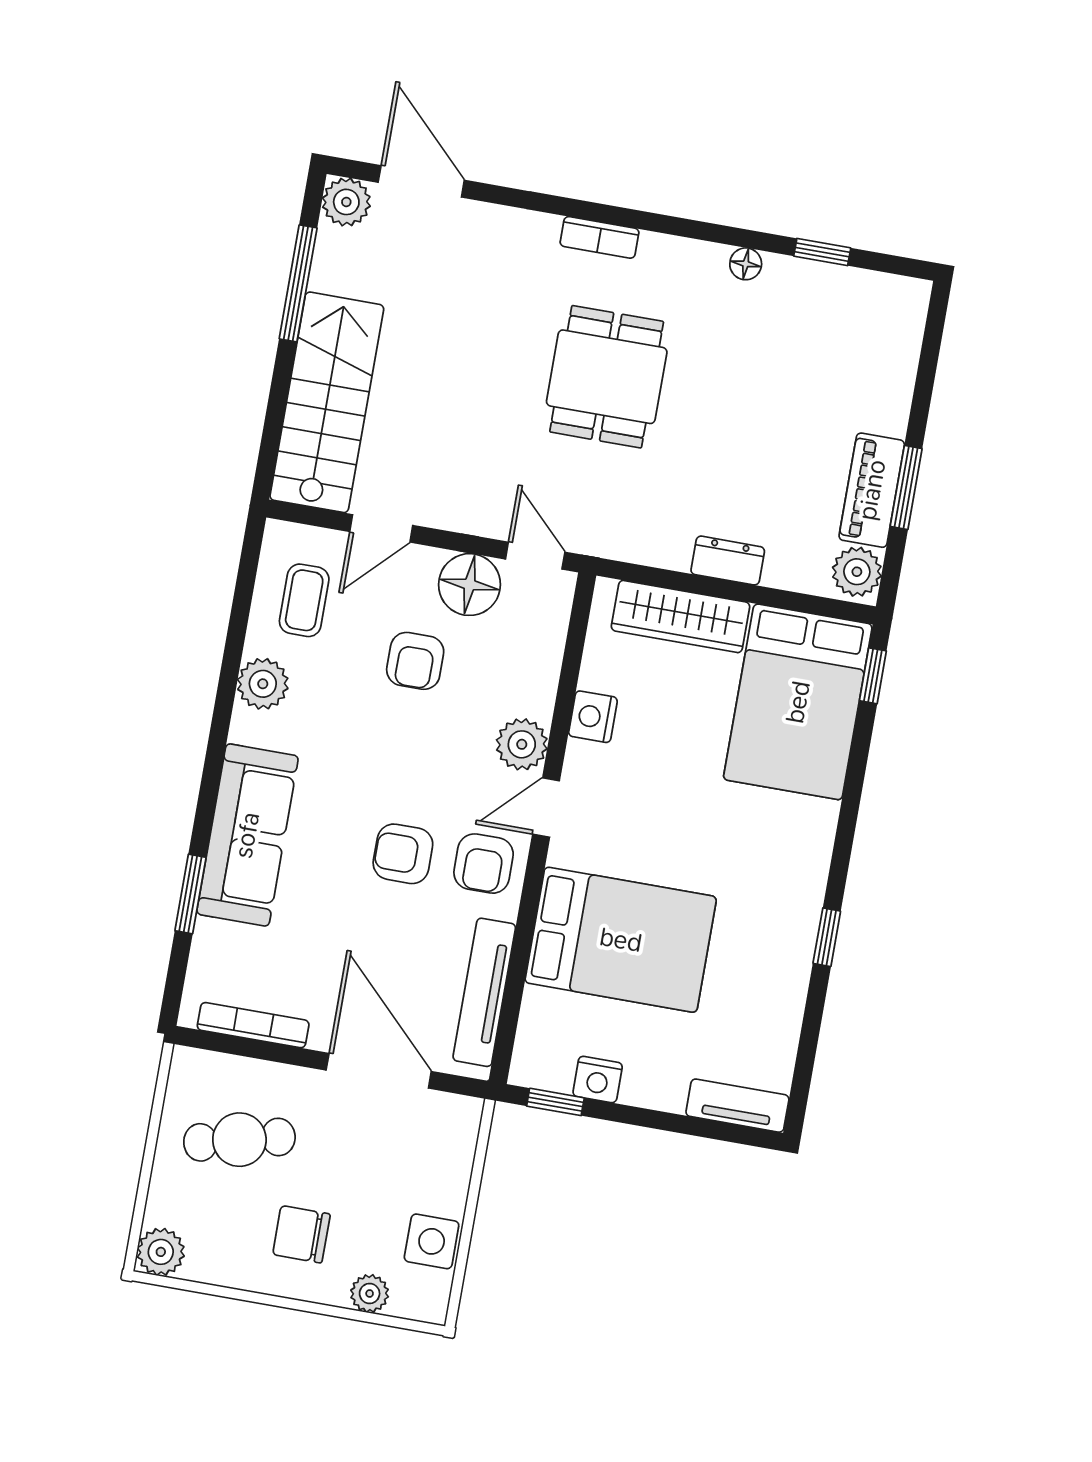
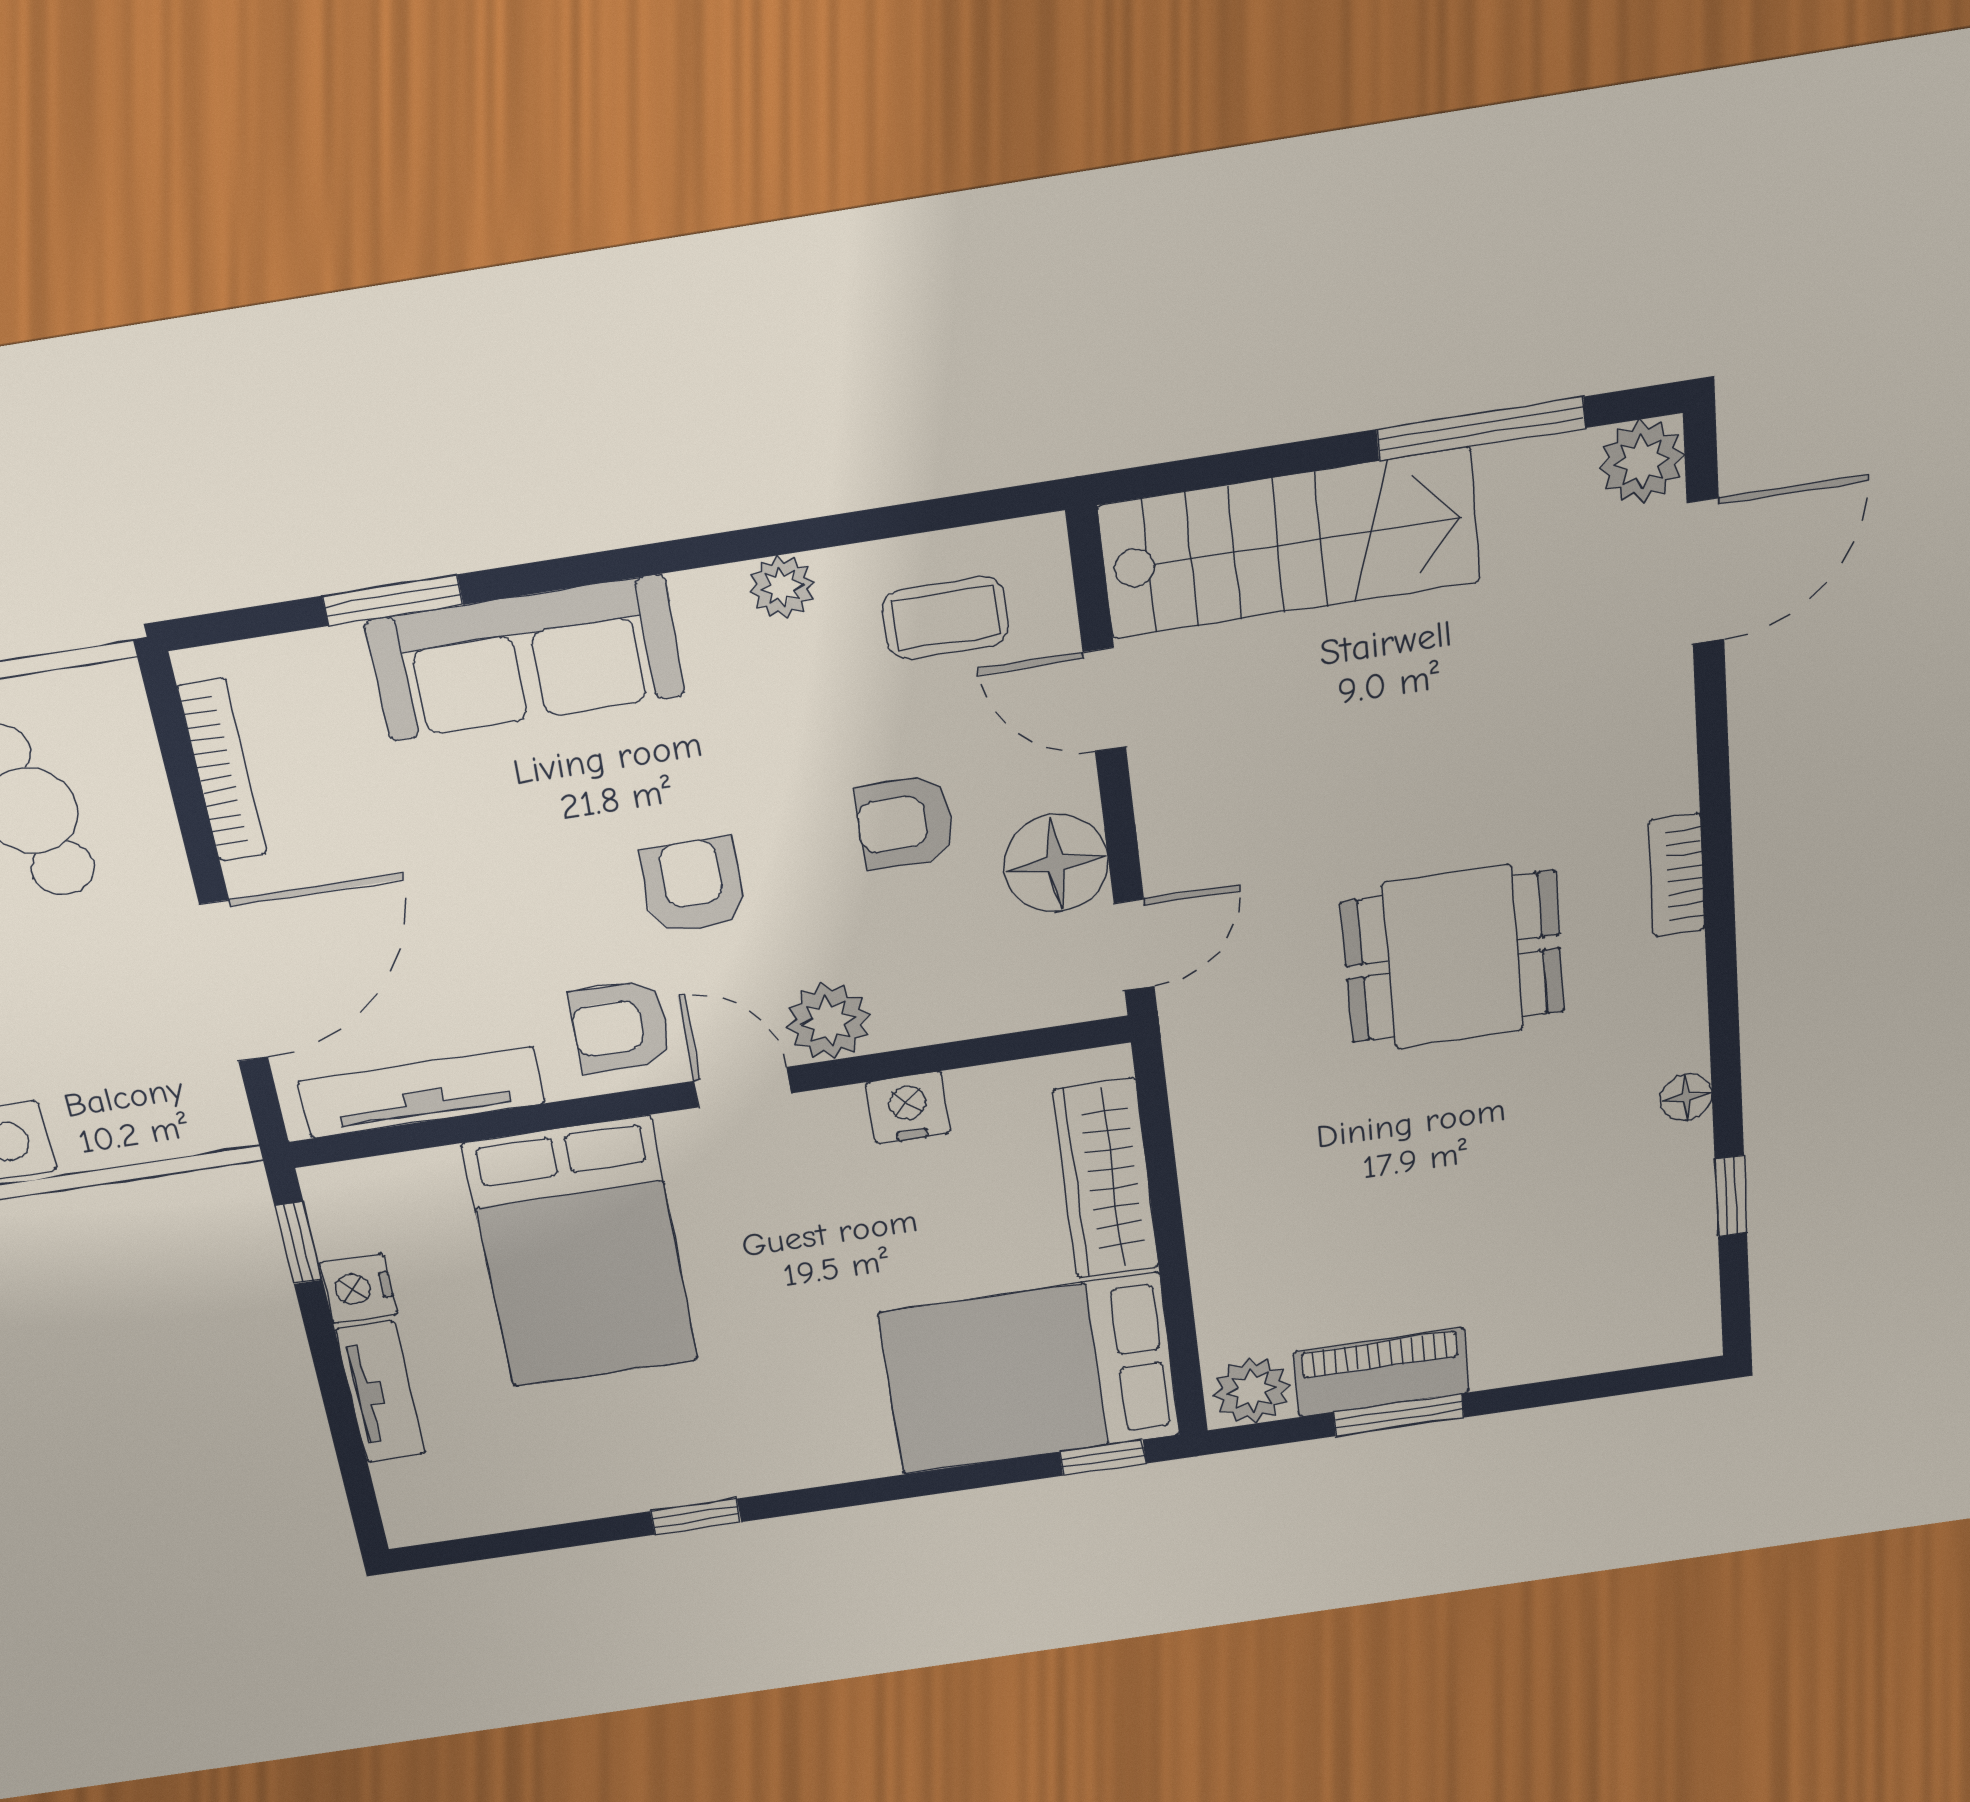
dresser: (728, 561) -> (1214, 1216), removed
plant: (263, 684) -> (782, 587), width x0.73, depth x0.73
armchair: (403, 854) -> (693, 886), moved
tv unit: (737, 1106) -> (381, 1392), moved

